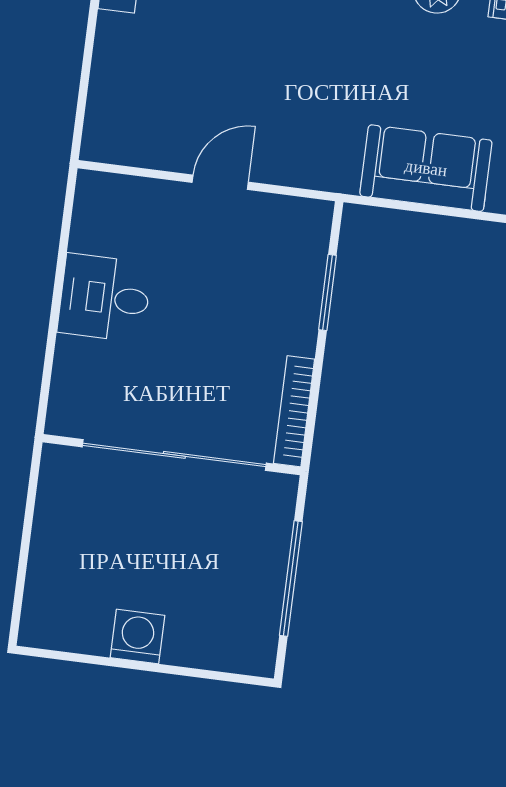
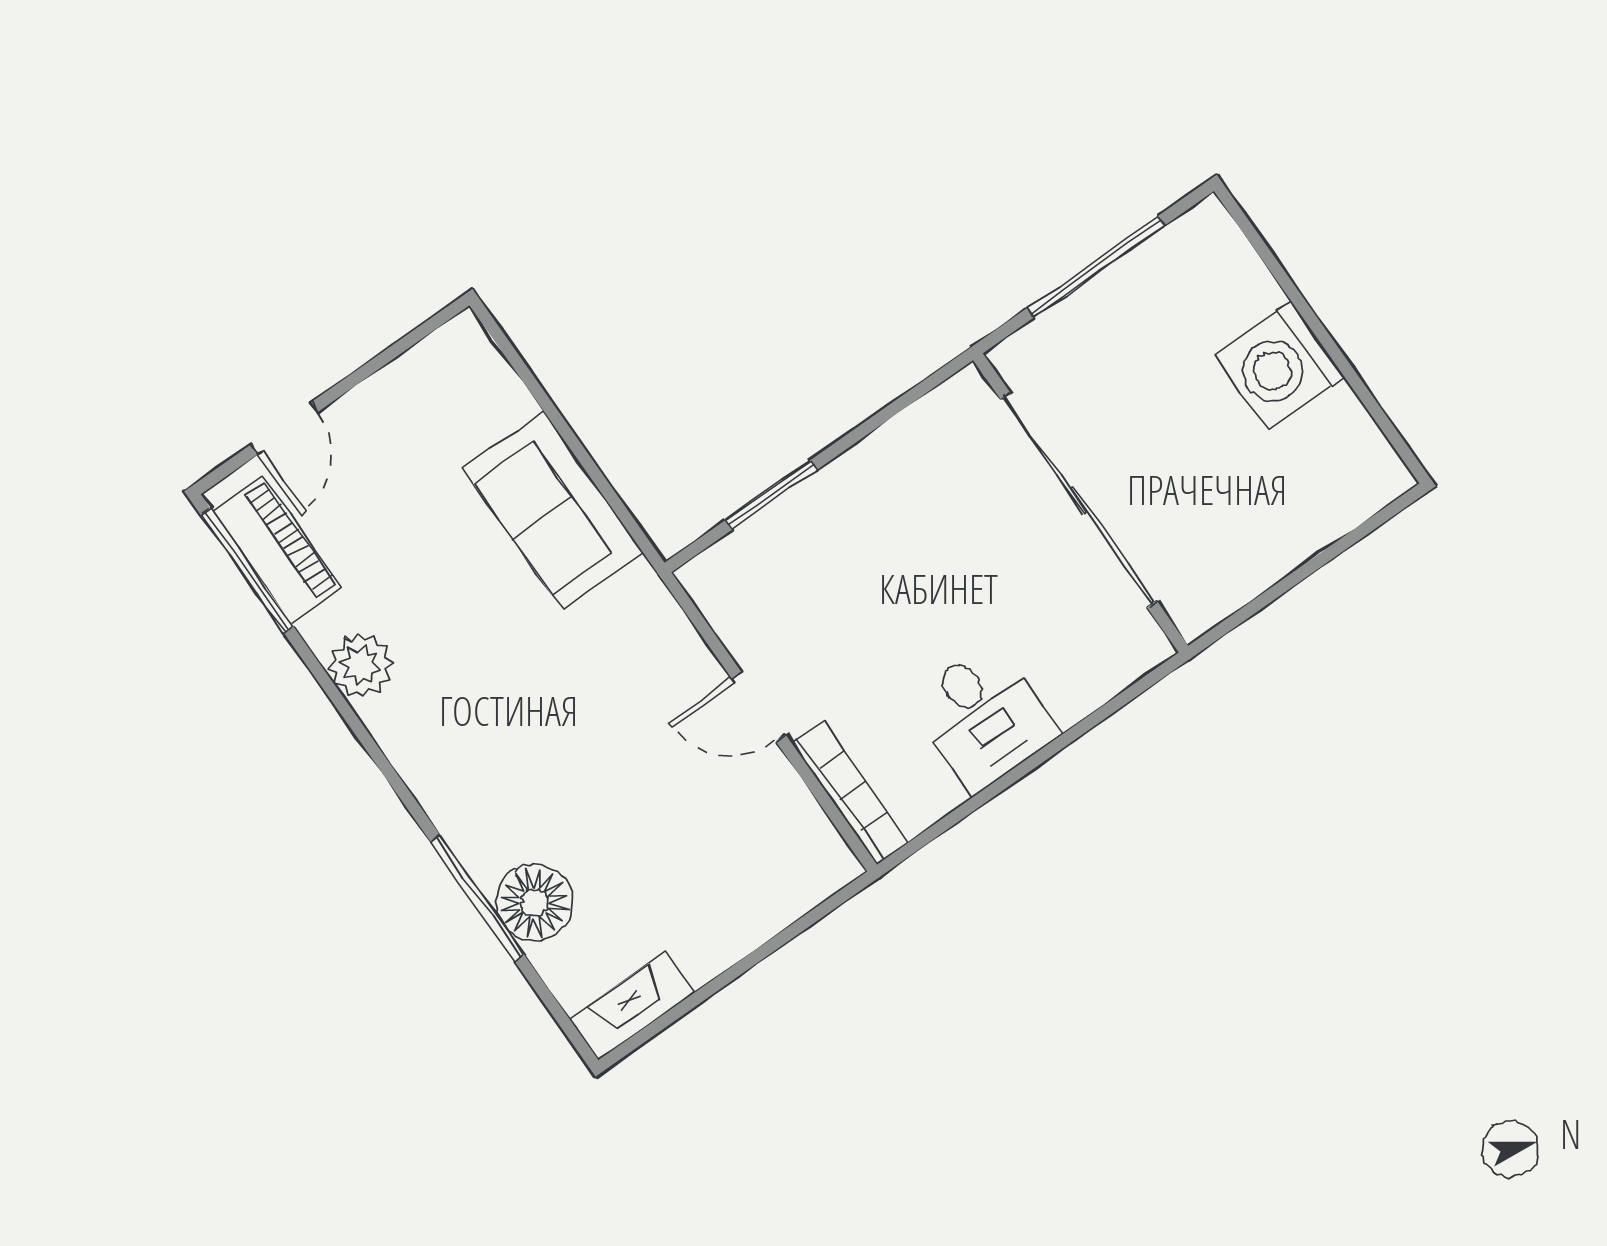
bookcase: (294, 411) -> (849, 792), moved, turned -90
washing machine: (137, 637) -> (1280, 366), width x1.37, depth x1.37

